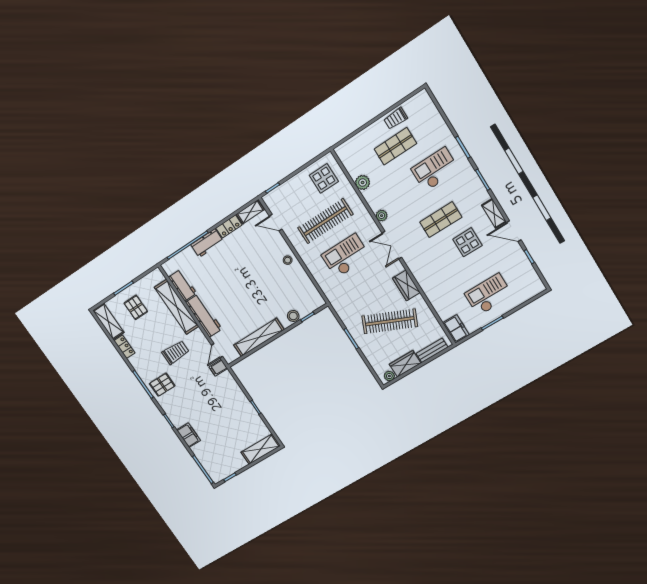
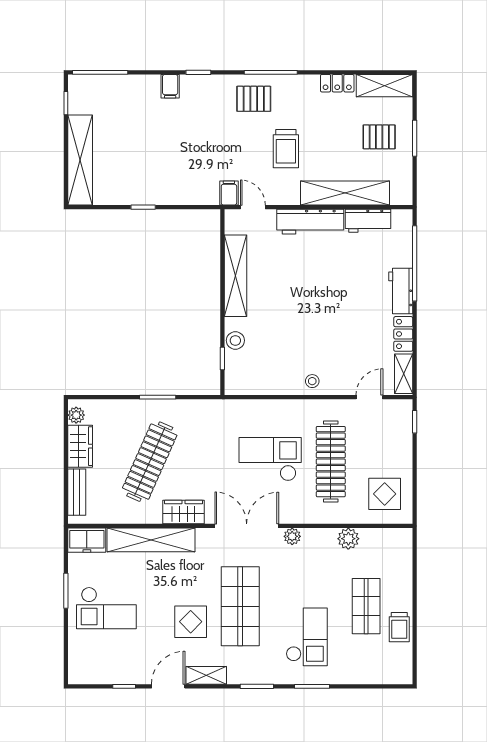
trolley: (396, 118) -> (399, 627), turned 180
shop shelf: (441, 220) -> (240, 606), width x1.43, depth x1.36
double door: (392, 245) -> (247, 526), width x1.37
checkout: (346, 256) -> (270, 459), turned -90
shelving: (434, 294) -> (151, 540), added
checkout: (489, 295) -> (106, 608), turned 90
pallet: (162, 385) -> (254, 99), turned 90
filing cabinet: (189, 435) -> (170, 86), width x0.50
shelving: (261, 449) -> (80, 160), width x1.47

